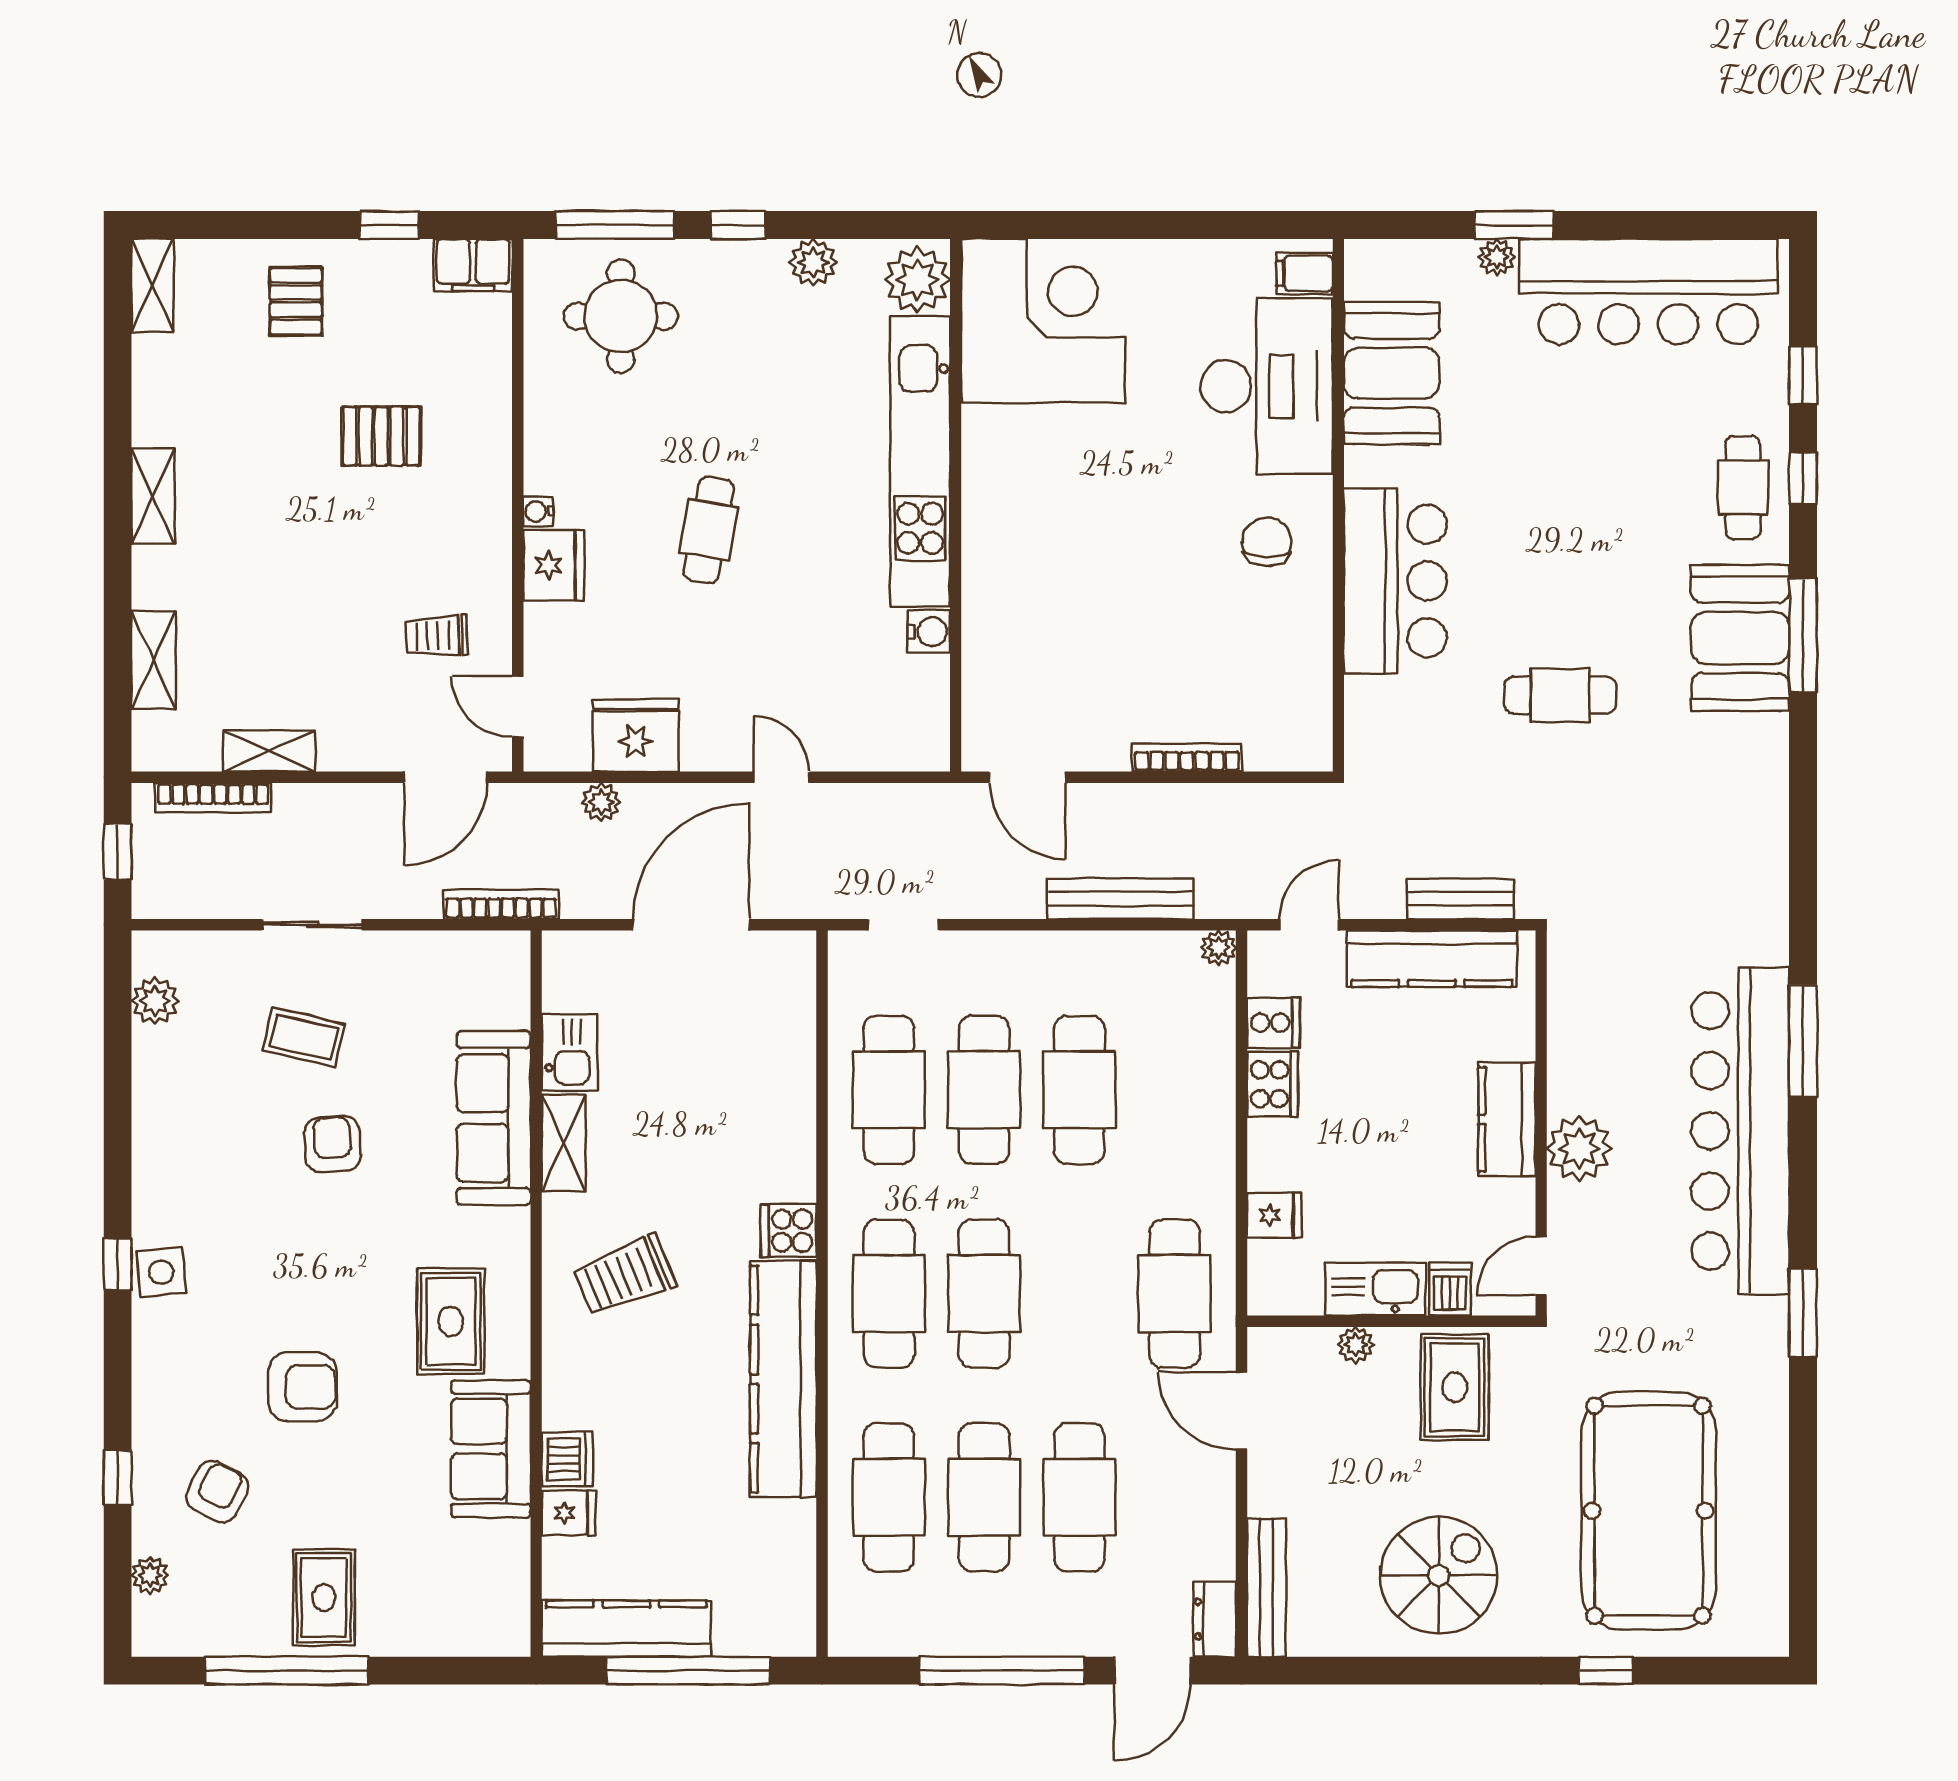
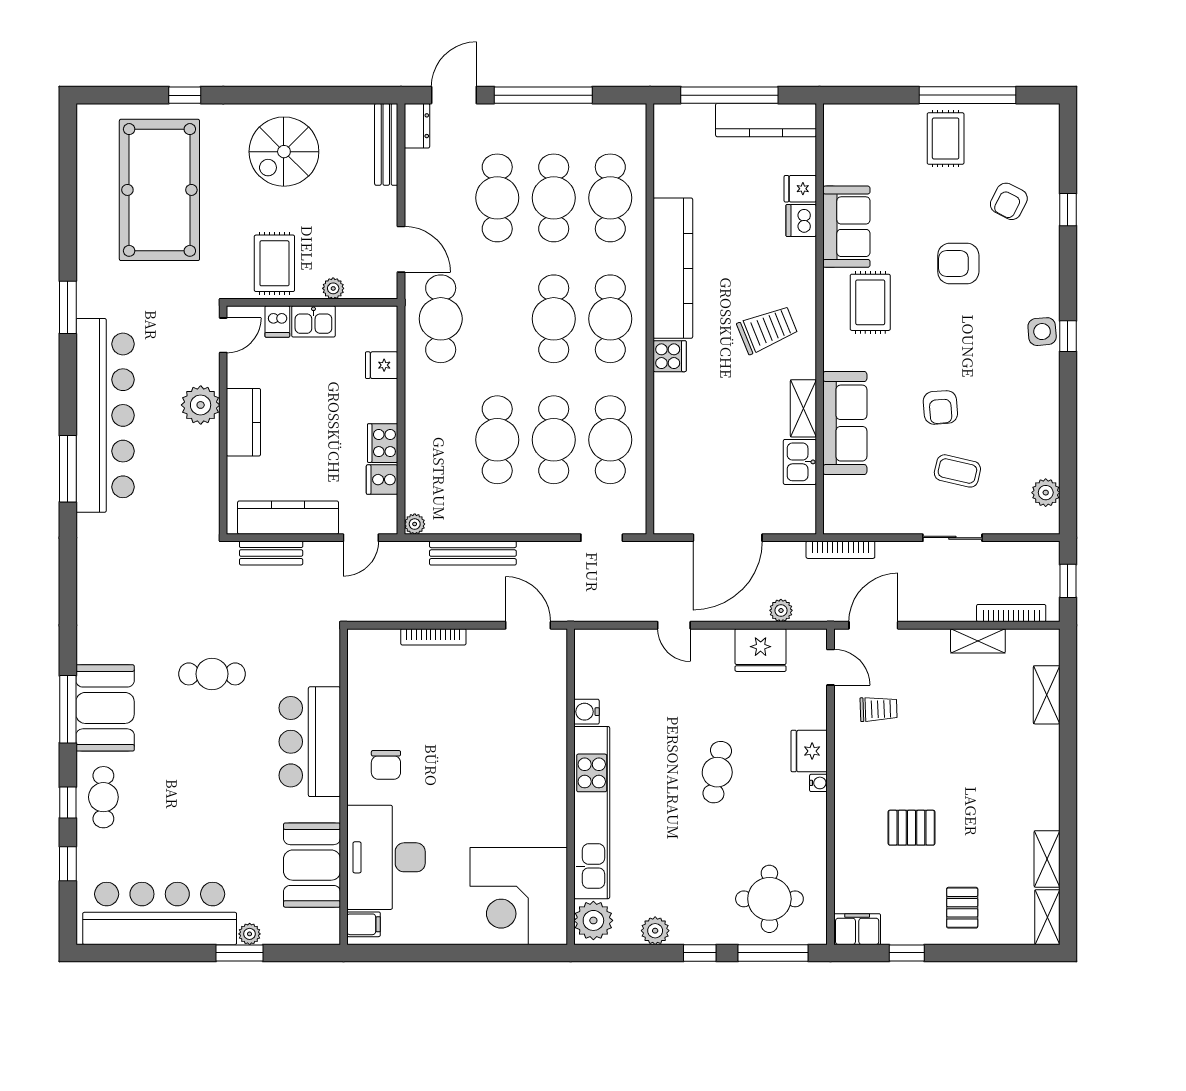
shelving: (153, 496) -> (1047, 859), moved
kitchen sink: (1375, 1289) -> (313, 321), width x0.73
plant: (150, 1575) -> (1049, 152), removed

